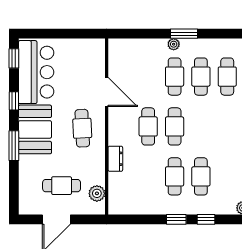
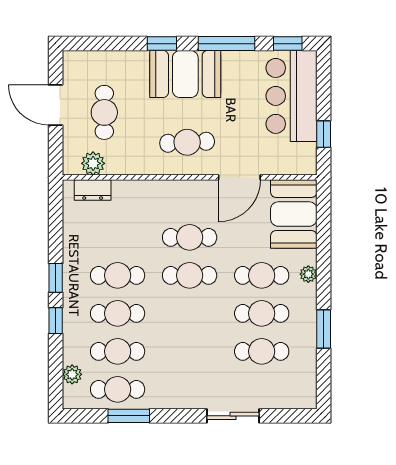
window: (77, 34) -> (324, 134), added
window: (184, 34) -> (324, 329), moved
booth: (132, 54) -> (294, 214), added
bar counter: (36, 72) -> (291, 96), moved, turned 90
window: (14, 101) -> (227, 44), width x2.17
window: (14, 146) -> (162, 44), width x0.67
dresser: (115, 159) -> (93, 190), moved
cafe table: (227, 176) -> (118, 351), added

